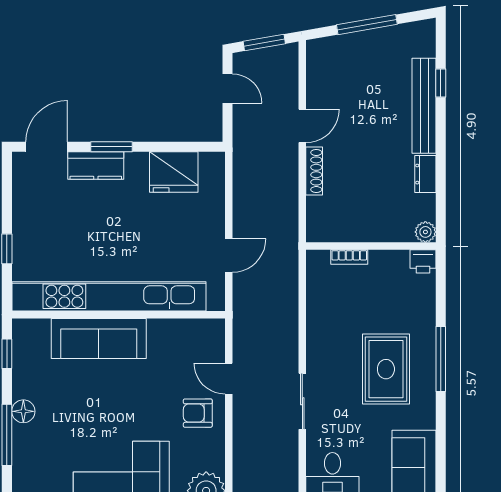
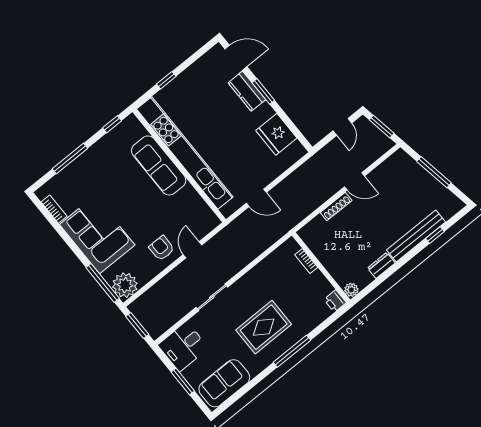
floor lamp: (23, 411) -> (89, 157), removed

